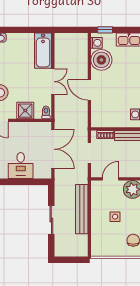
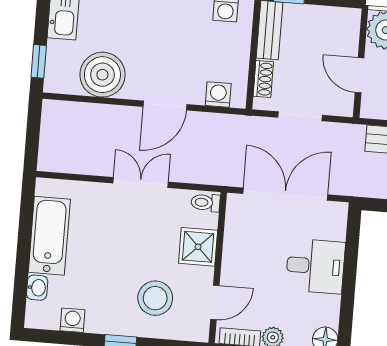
washing machine: (96, 43) -> (218, 94), moved
bathtub: (43, 51) -> (49, 236), moved, turned -90

